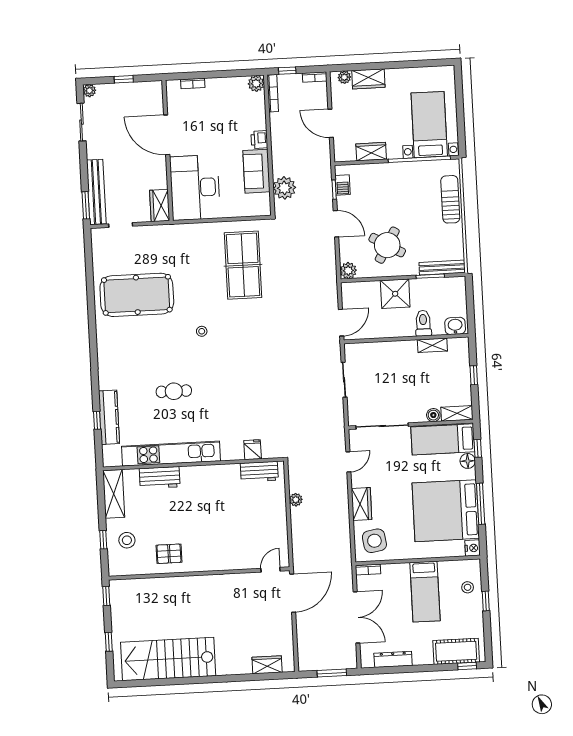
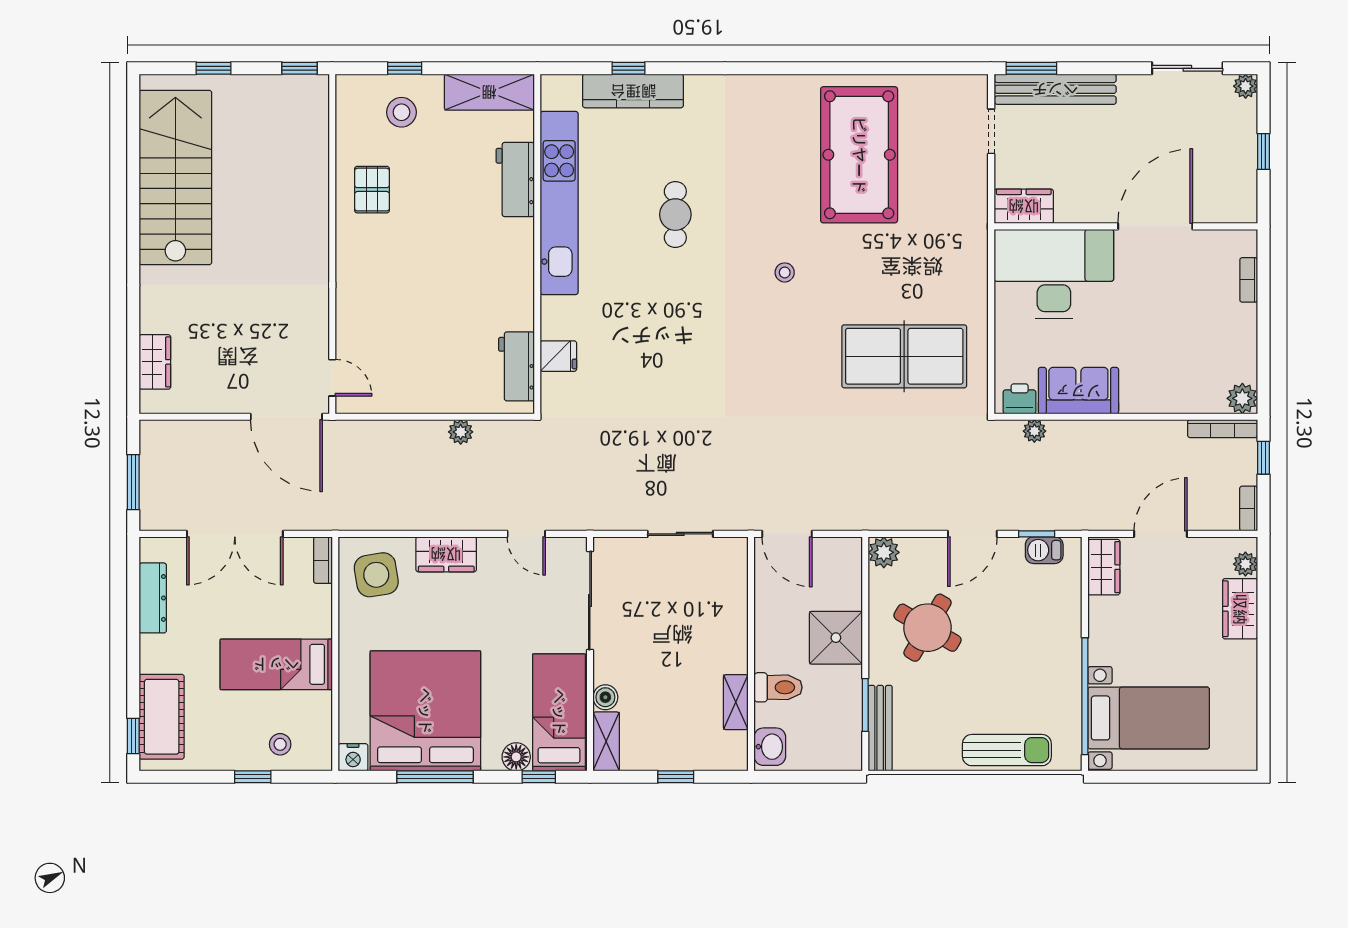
printer: (259, 140) -> (1020, 399), moved
wardrobe: (371, 152) -> (1104, 567), moved
plant: (284, 188) -> (1034, 431), width x0.53, depth x0.53

